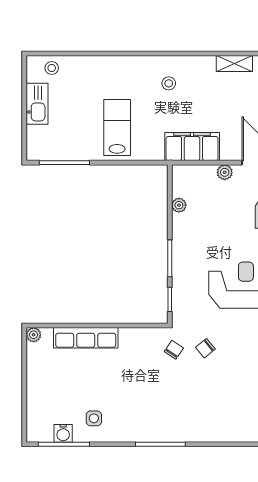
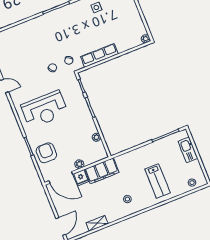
kitchen sink: (37, 104) -> (188, 150), moved
lab bench: (117, 127) -> (158, 181), moved
fridge: (231, 149) -> (81, 178), added
row of seats: (86, 338) -> (99, 55), moved

